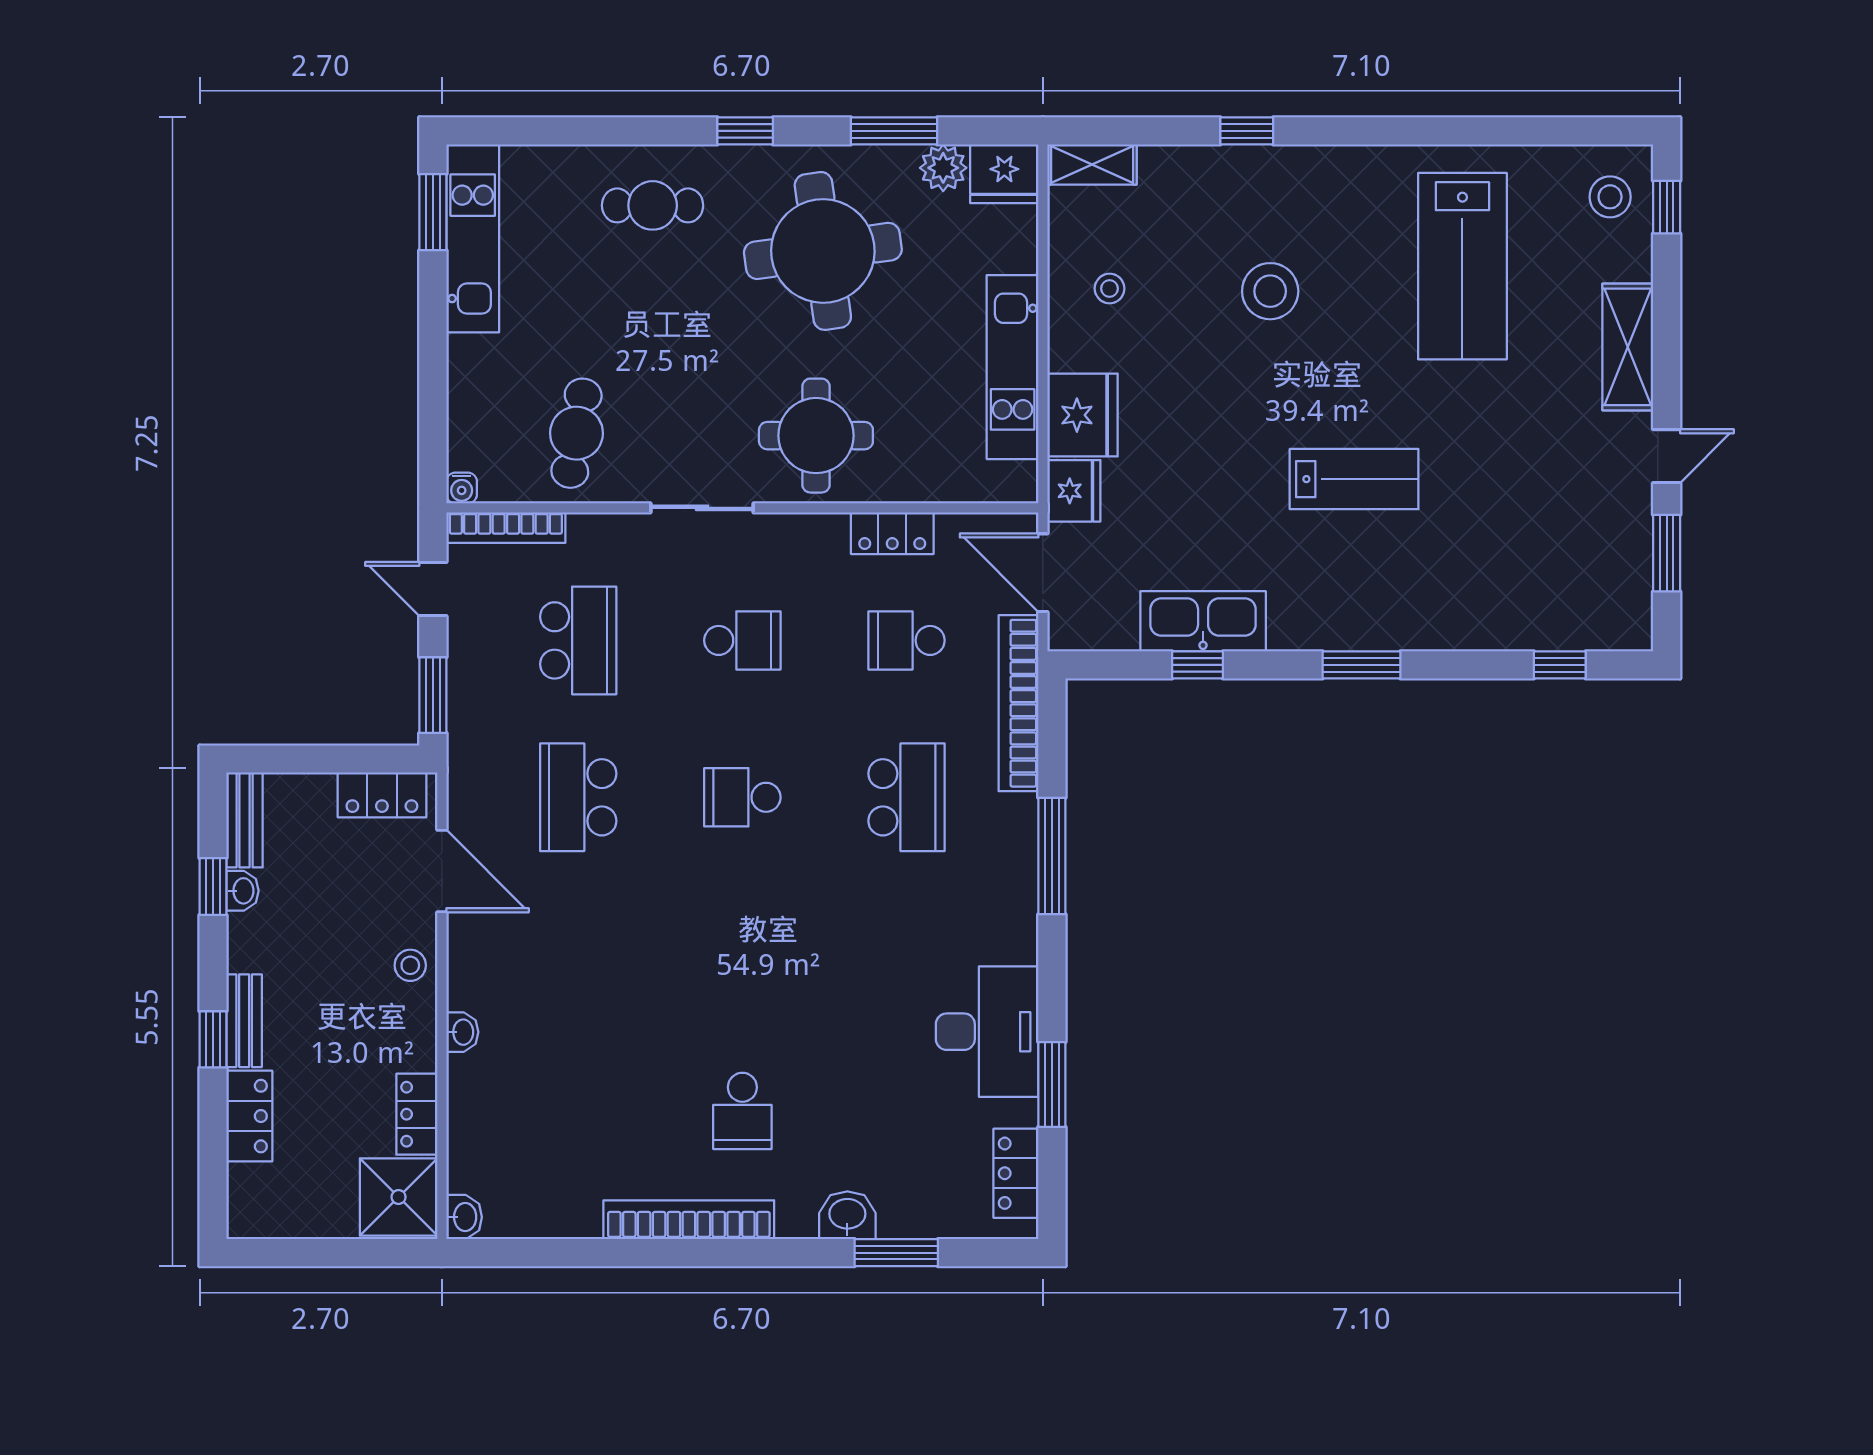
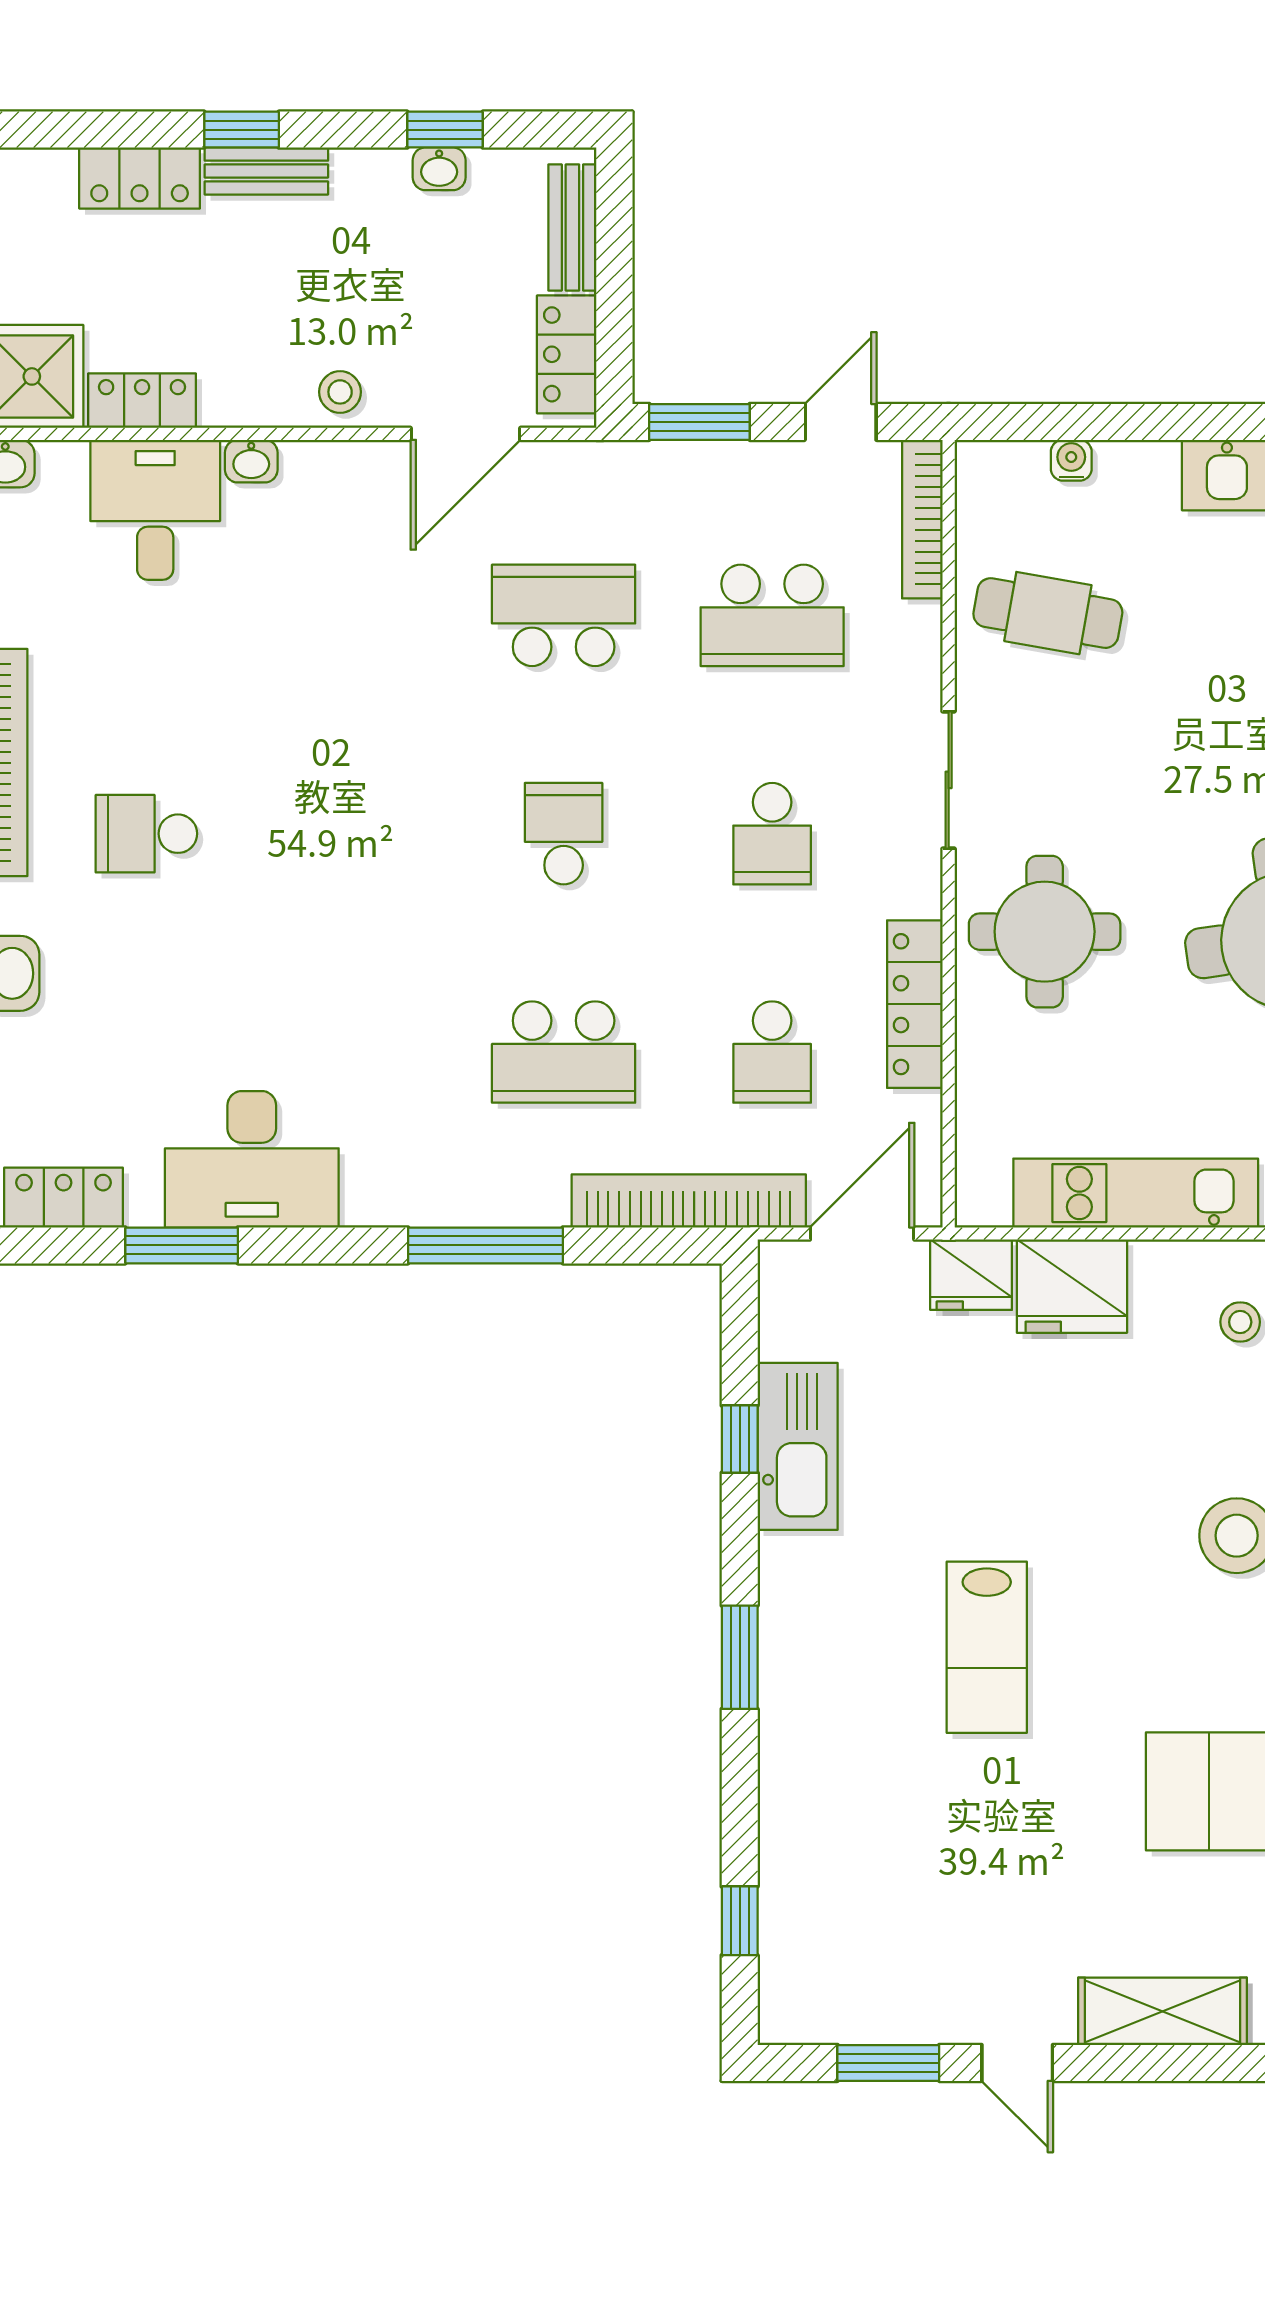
water cooler: (462, 488) -> (1071, 460), moved, turned 90
locker: (892, 533) -> (915, 1004), width x1.53
school desk: (907, 640) -> (772, 1052), turned 180
bench: (245, 820) -> (572, 227), moved, turned 90
desk: (499, 1104) -> (155, 510), added

